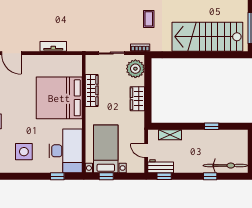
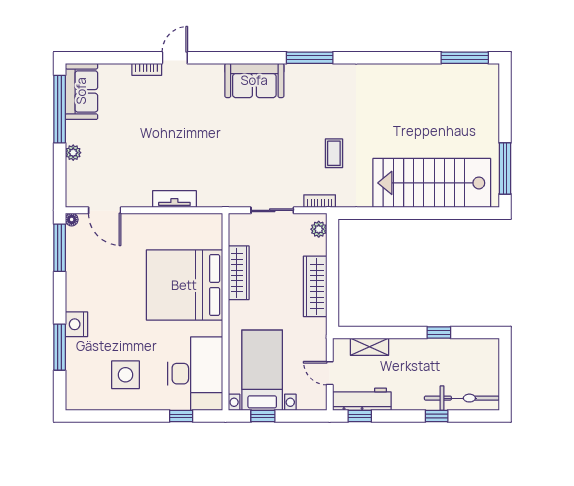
plant: (135, 69) -> (319, 229), width x0.53, depth x0.53
wardrobe: (137, 99) -> (315, 286), width x1.50
workbench: (161, 166) -> (362, 399), width x1.37

